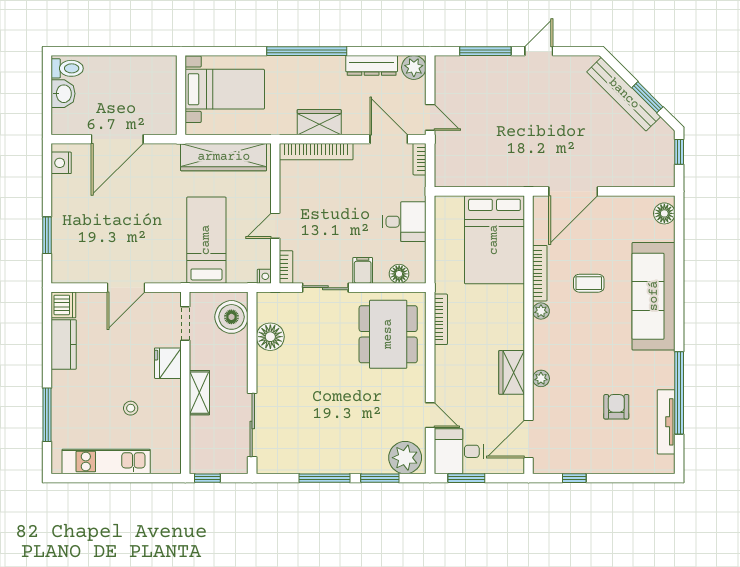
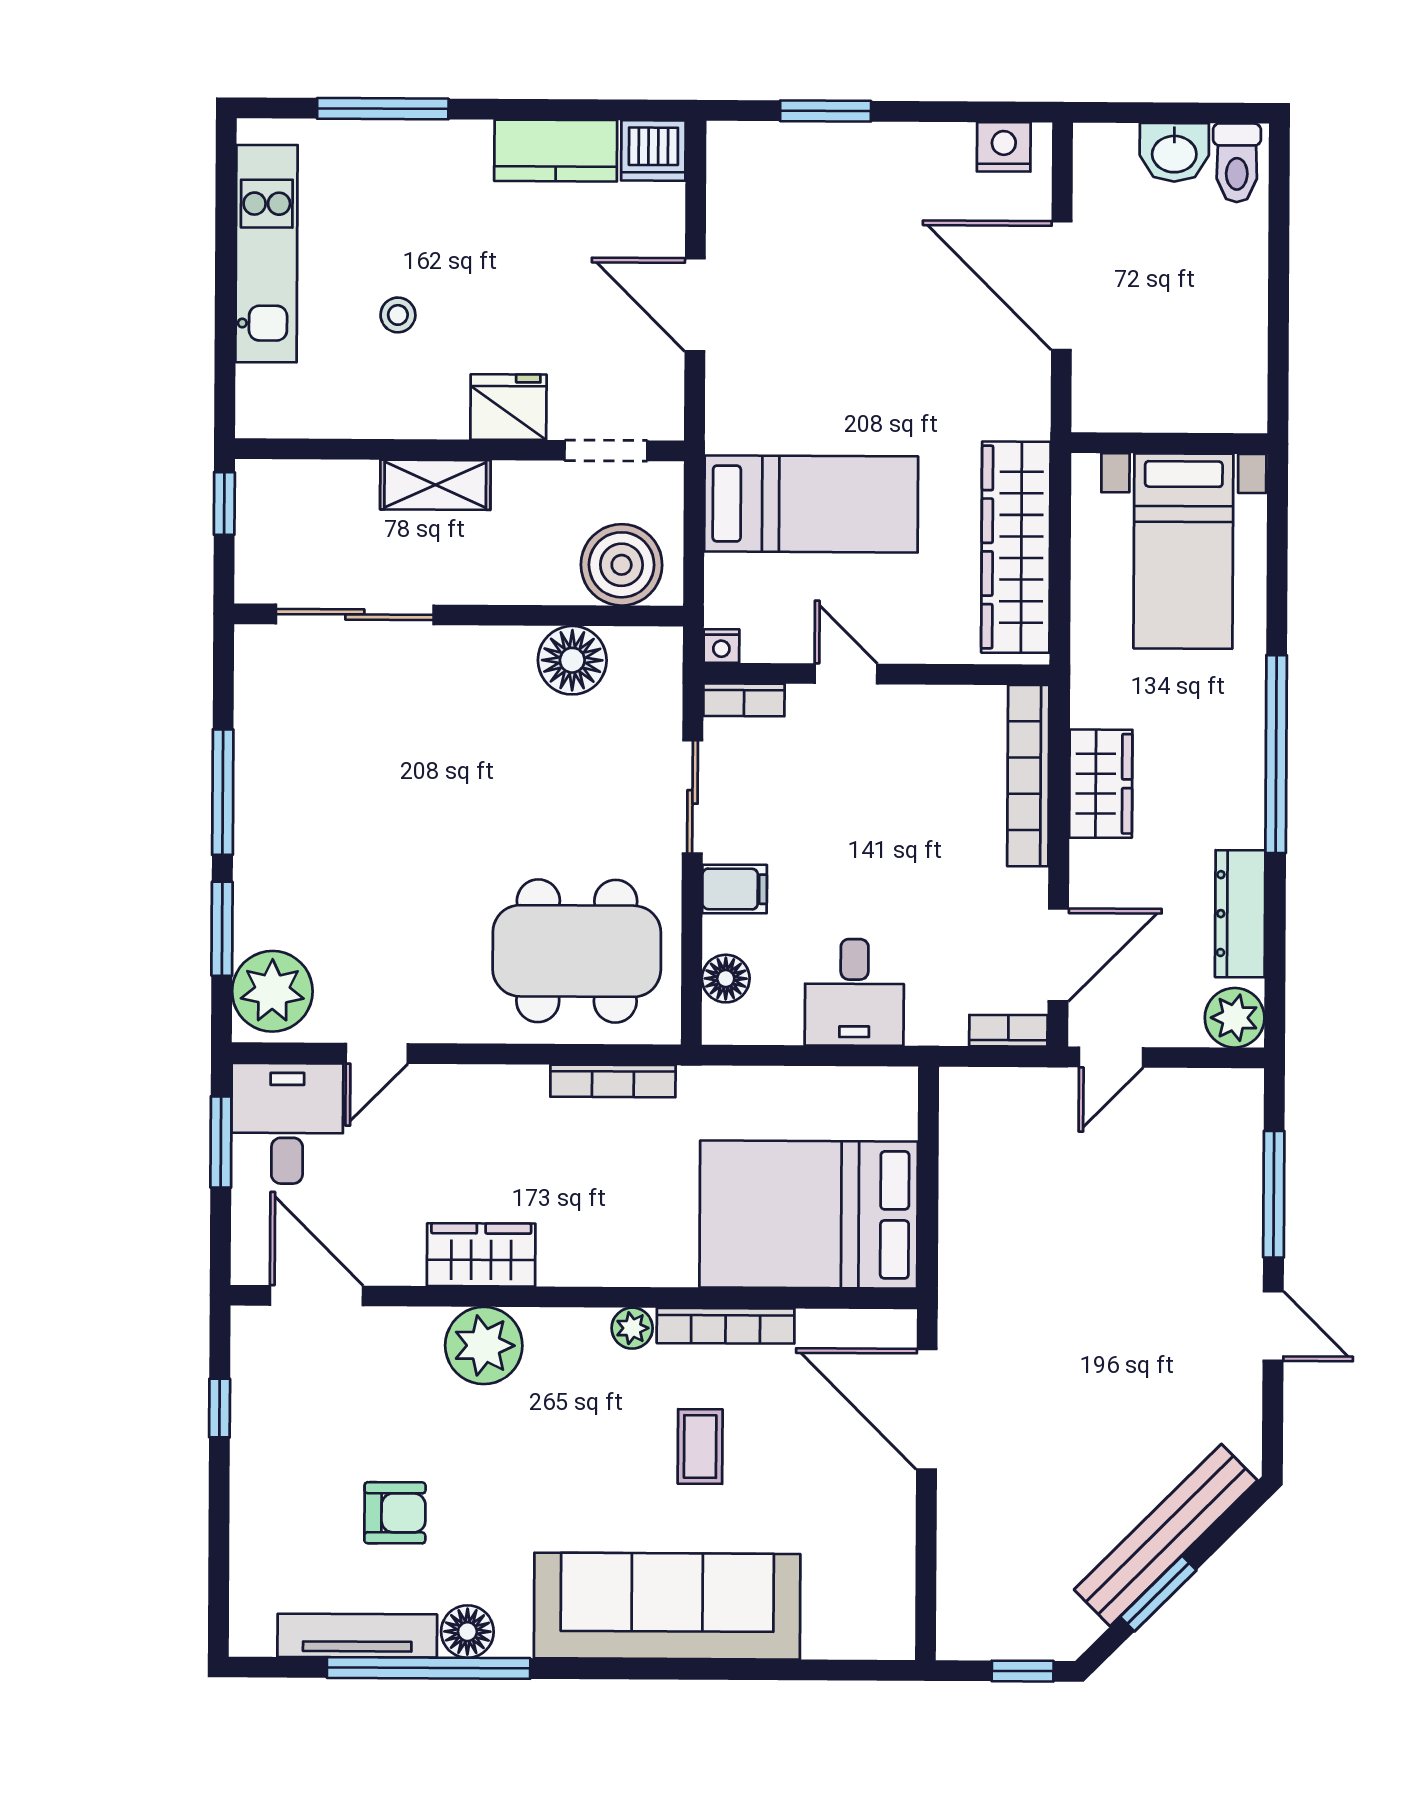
floor lamp: (664, 213) -> (467, 1632), moved
plant: (541, 378) -> (484, 1345), width x1.88, depth x1.88

